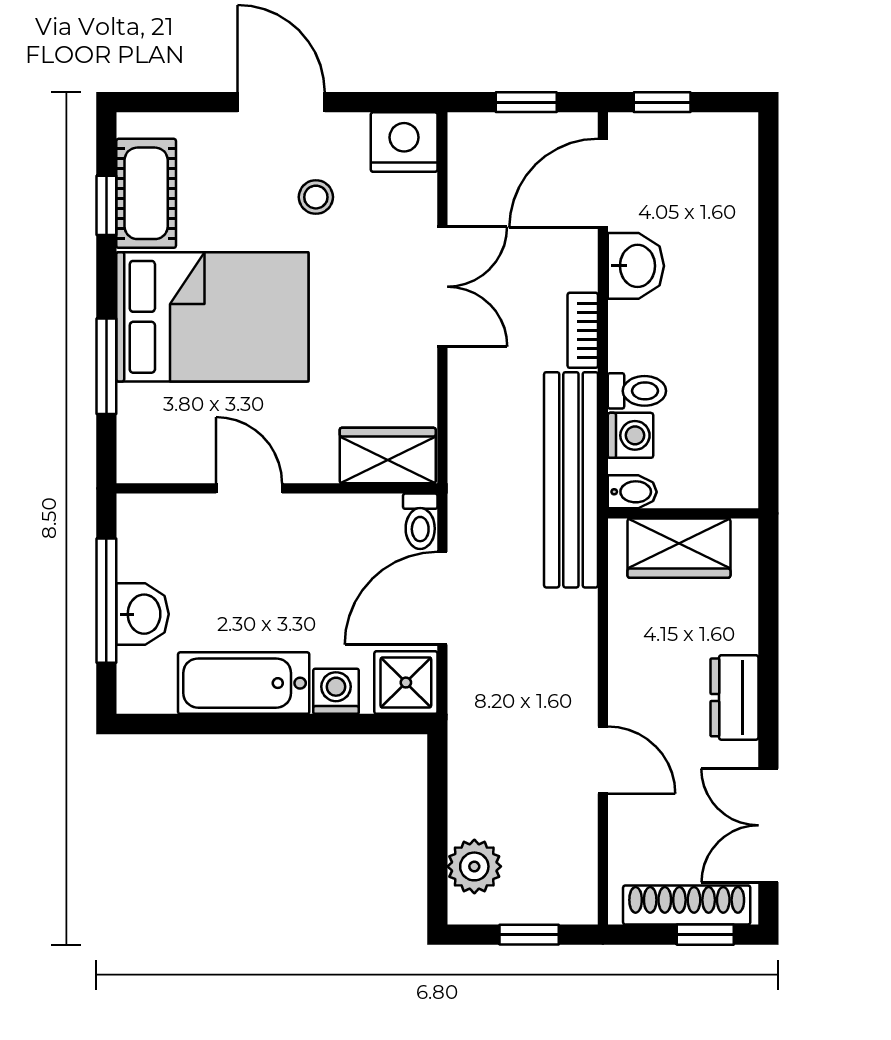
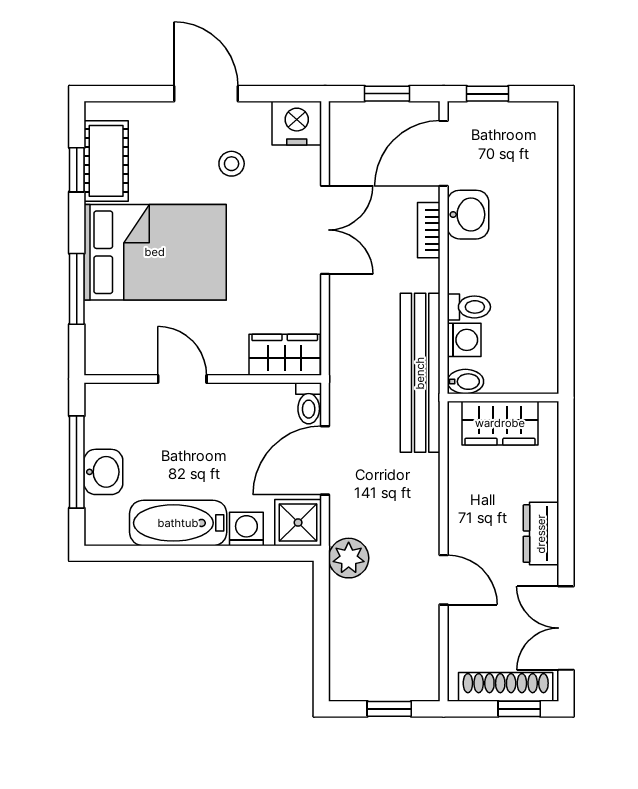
bookcase: (583, 330) -> (429, 230), moved
plant: (474, 866) -> (349, 558), moved

